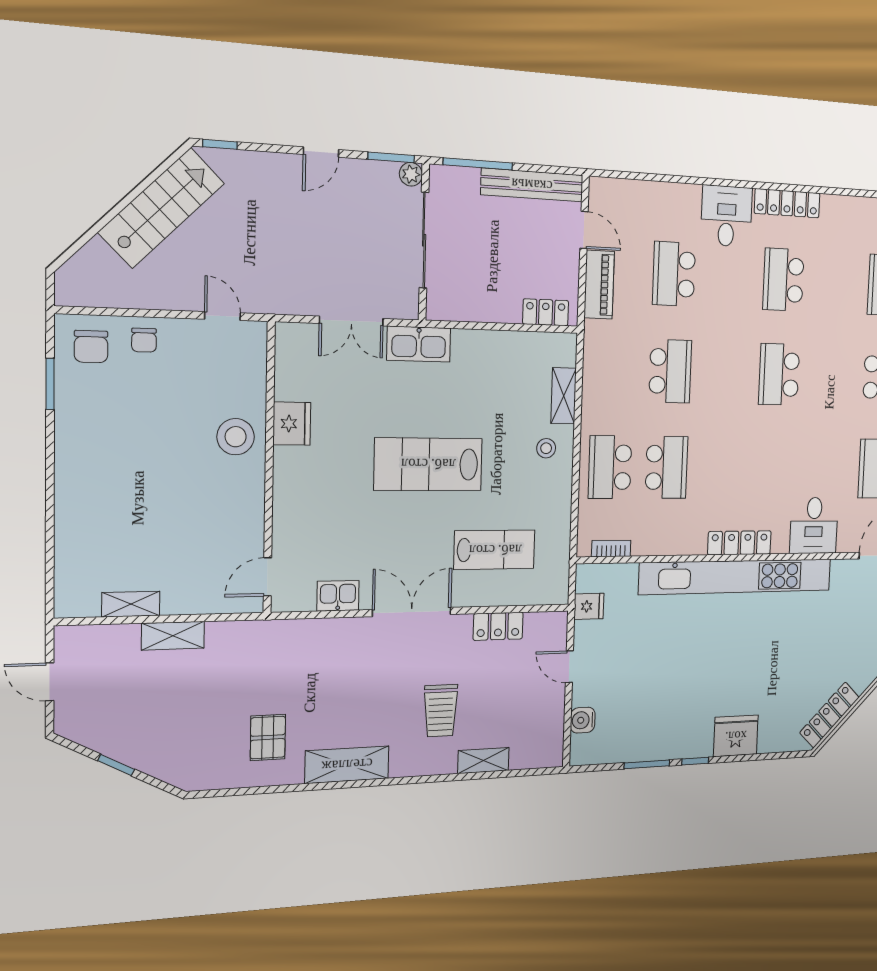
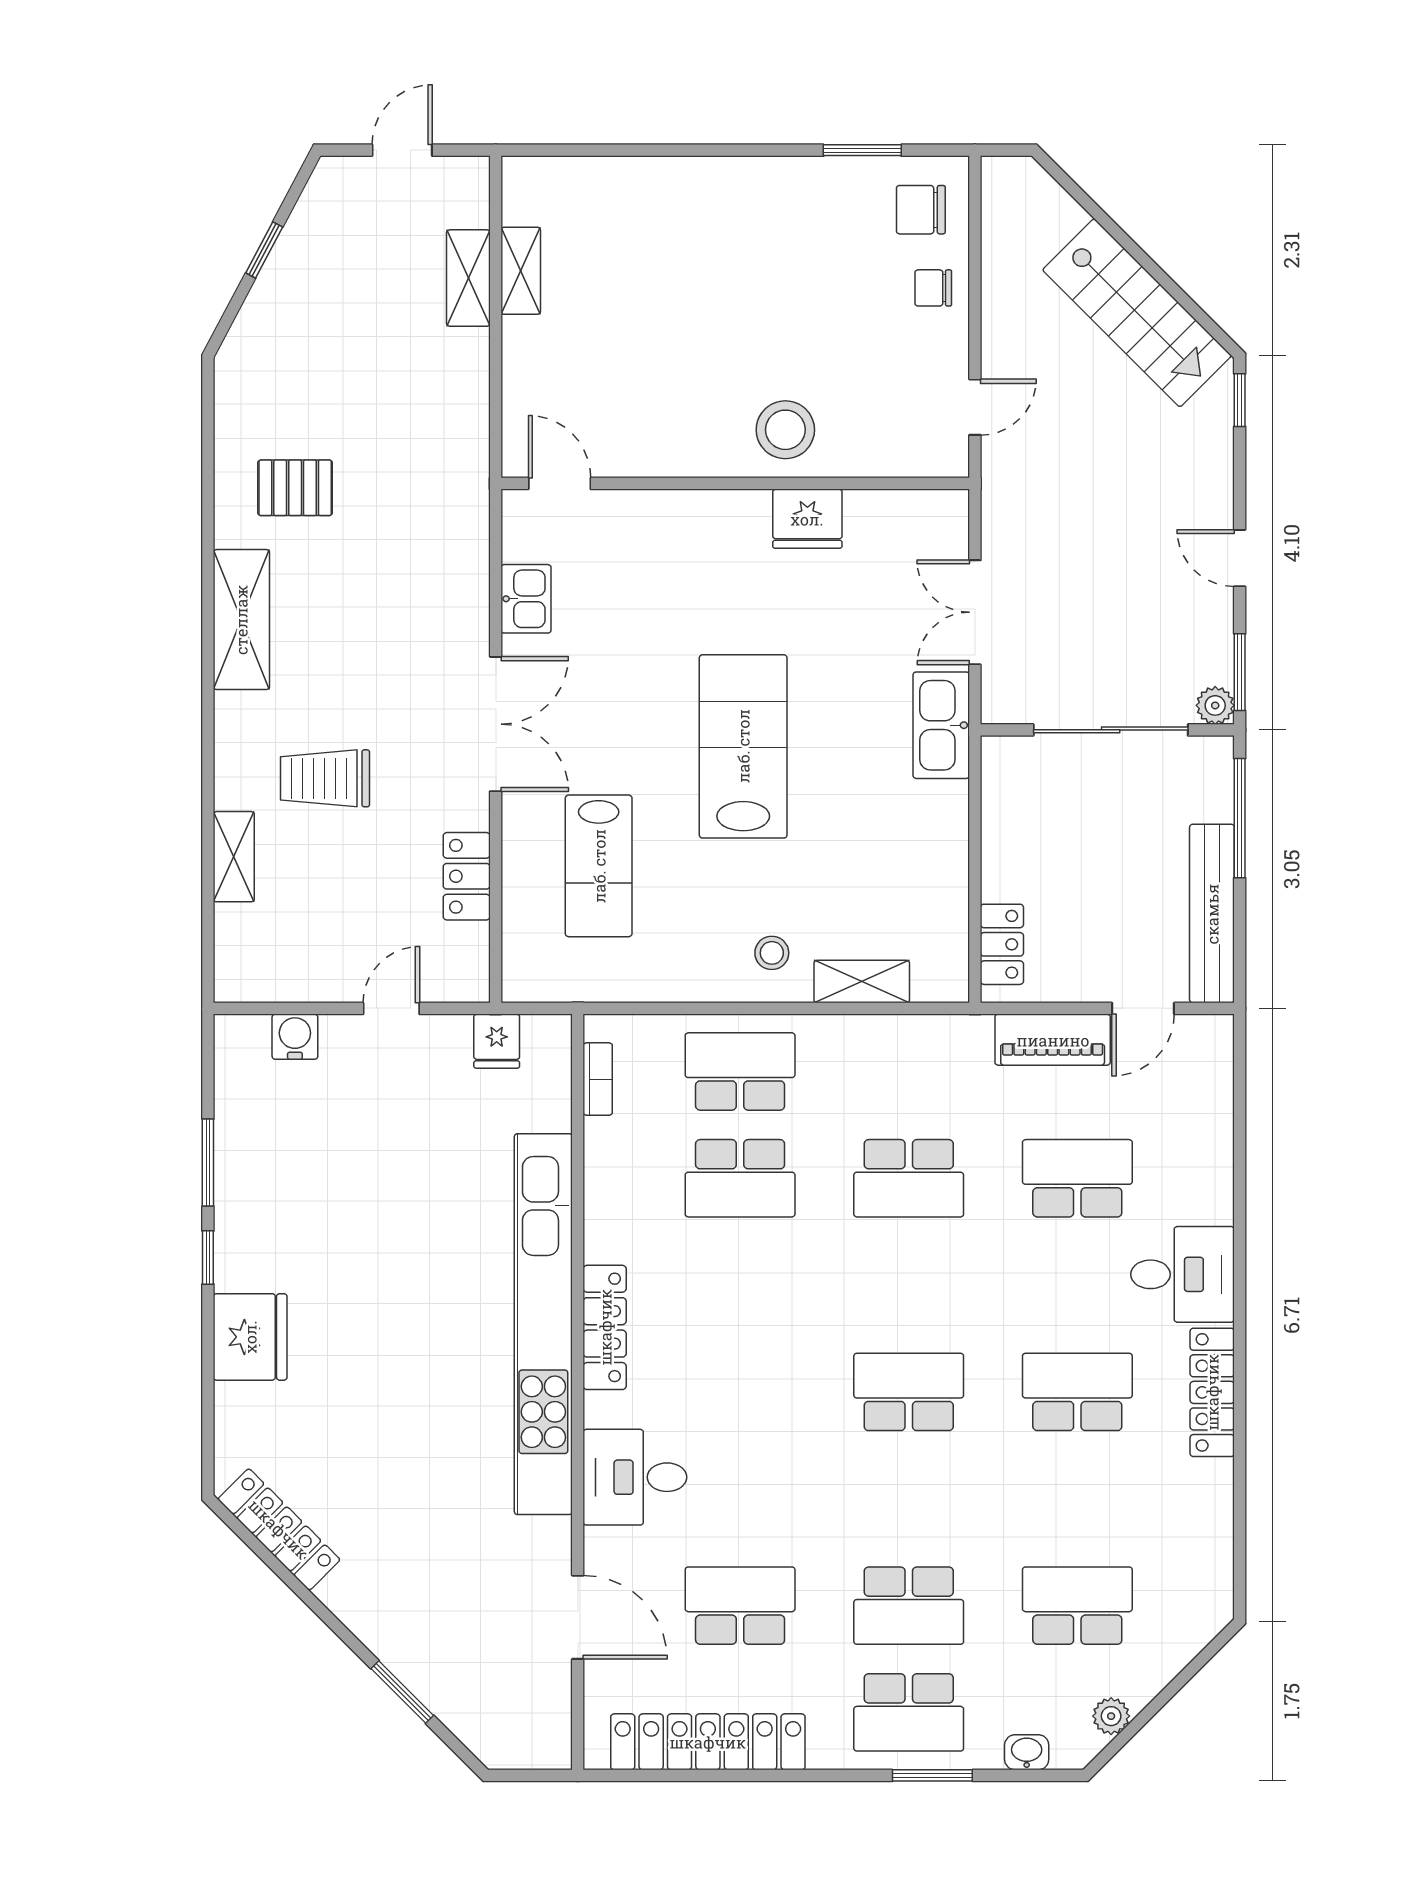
shelving: (173, 636) -> (468, 278), moved

